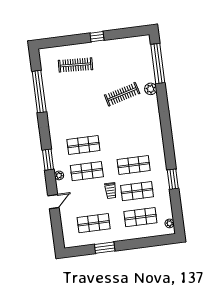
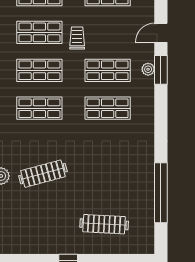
shop shelf: (130, 139) -> (39, 108), added
window: (48, 160) -> (161, 70), moved

